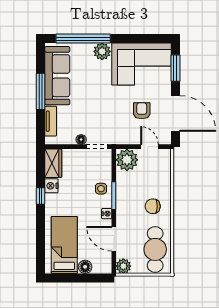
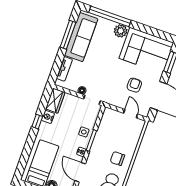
window: (41, 91) -> (68, 35), moved
plant: (127, 160) -> (111, 117), removed

